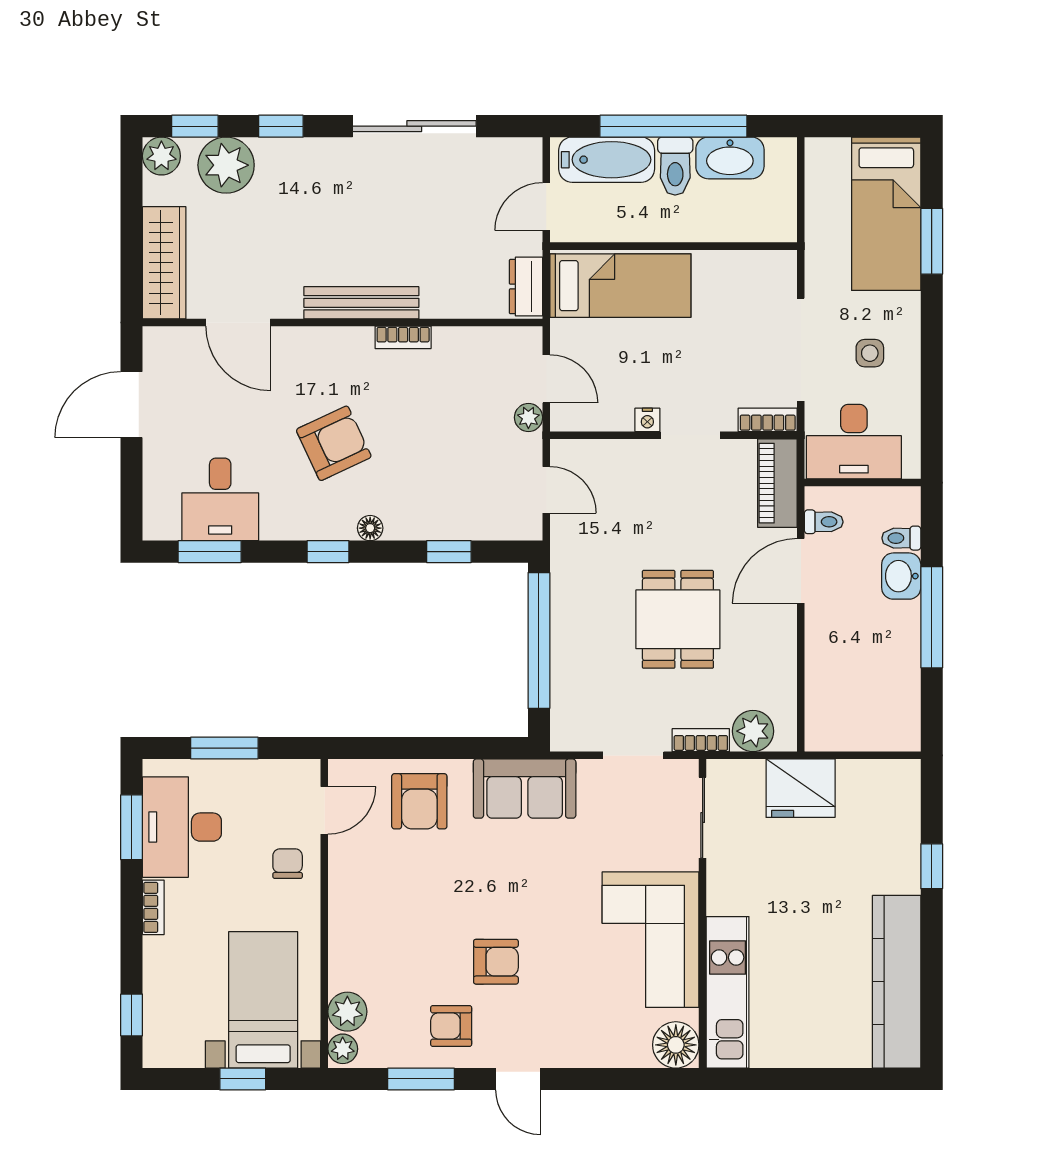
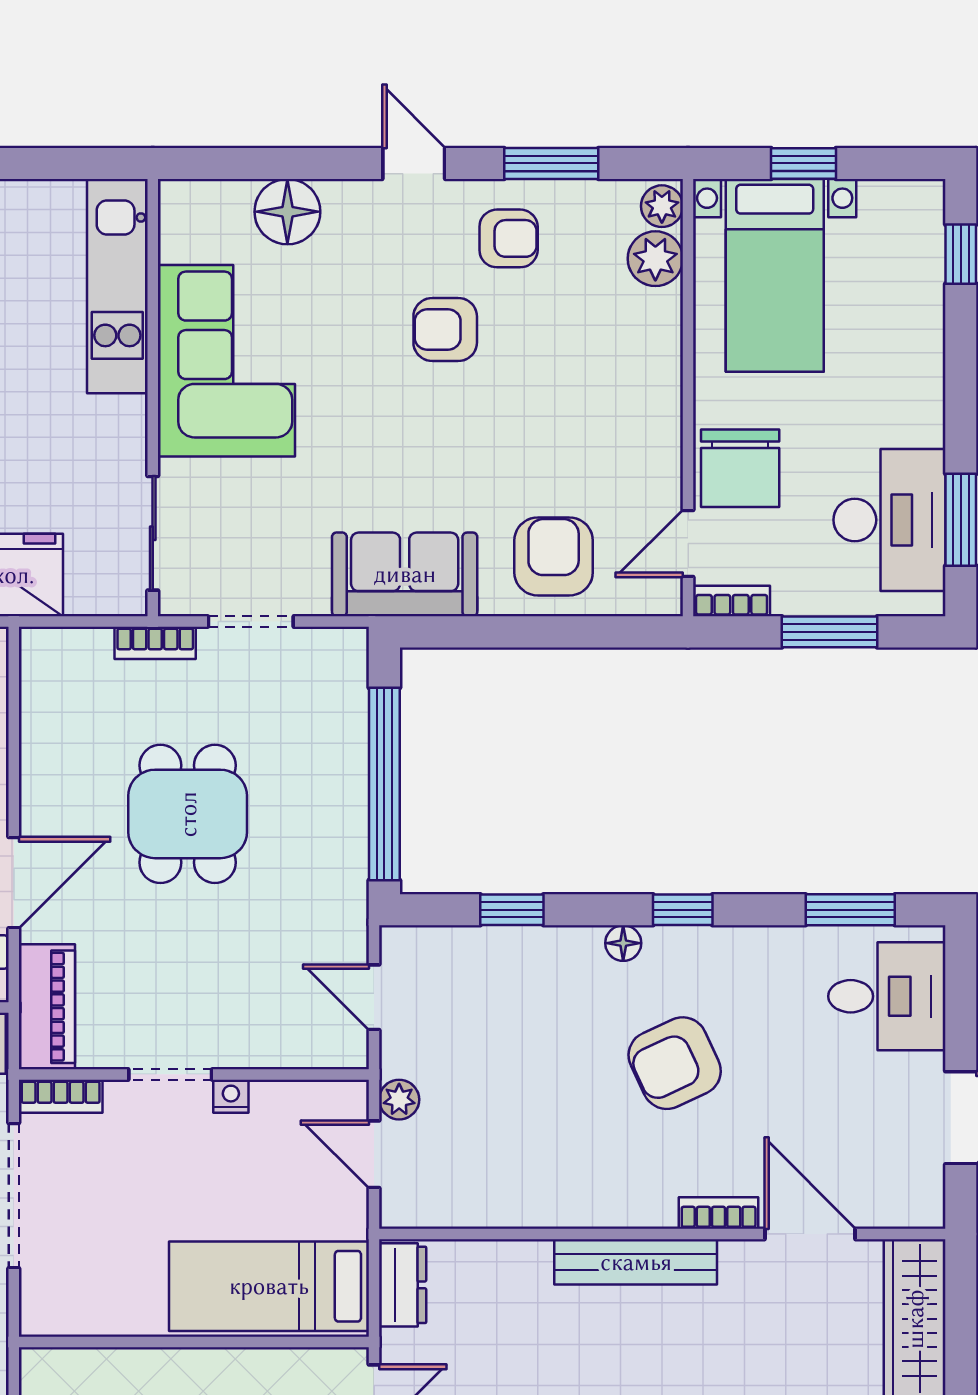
bookcase: (403, 337) -> (719, 1213), moved
desk: (220, 499) -> (887, 996), moved, turned 90
plant: (753, 731) -> (81, 656), removed
chair: (288, 864) -> (740, 468), width x1.87, depth x1.87
bookcase: (153, 907) -> (732, 601), moved, turned 90
floor lamp: (676, 1045) -> (287, 212), moved

